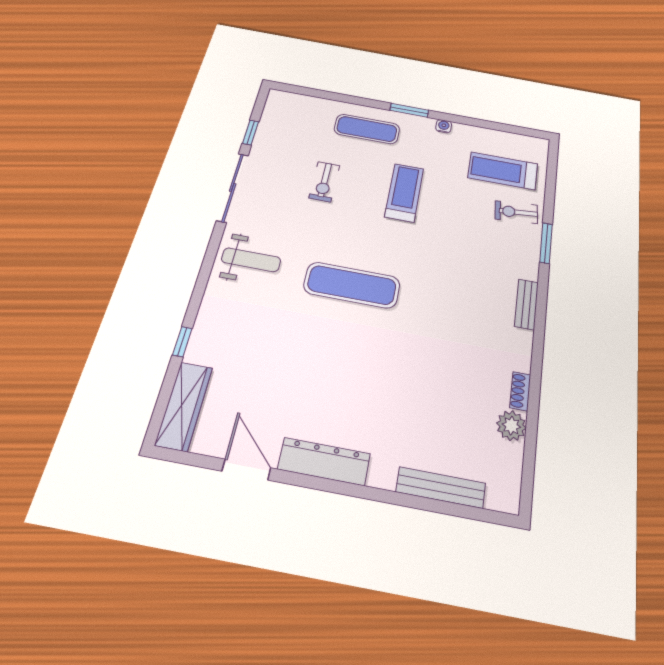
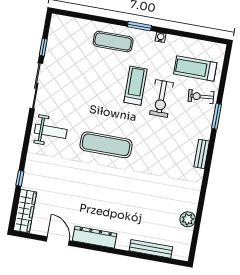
exercise bike: (324, 182) -> (161, 99), moved, width x1.38, depth x1.39
shoe rack: (520, 391) -> (194, 202), removed

